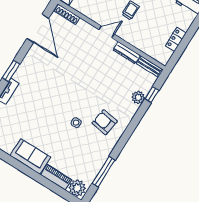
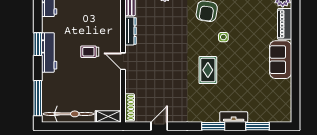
door: (38, 28) -> (159, 126), width x0.53
rug: (58, 94) -> (208, 70), added

